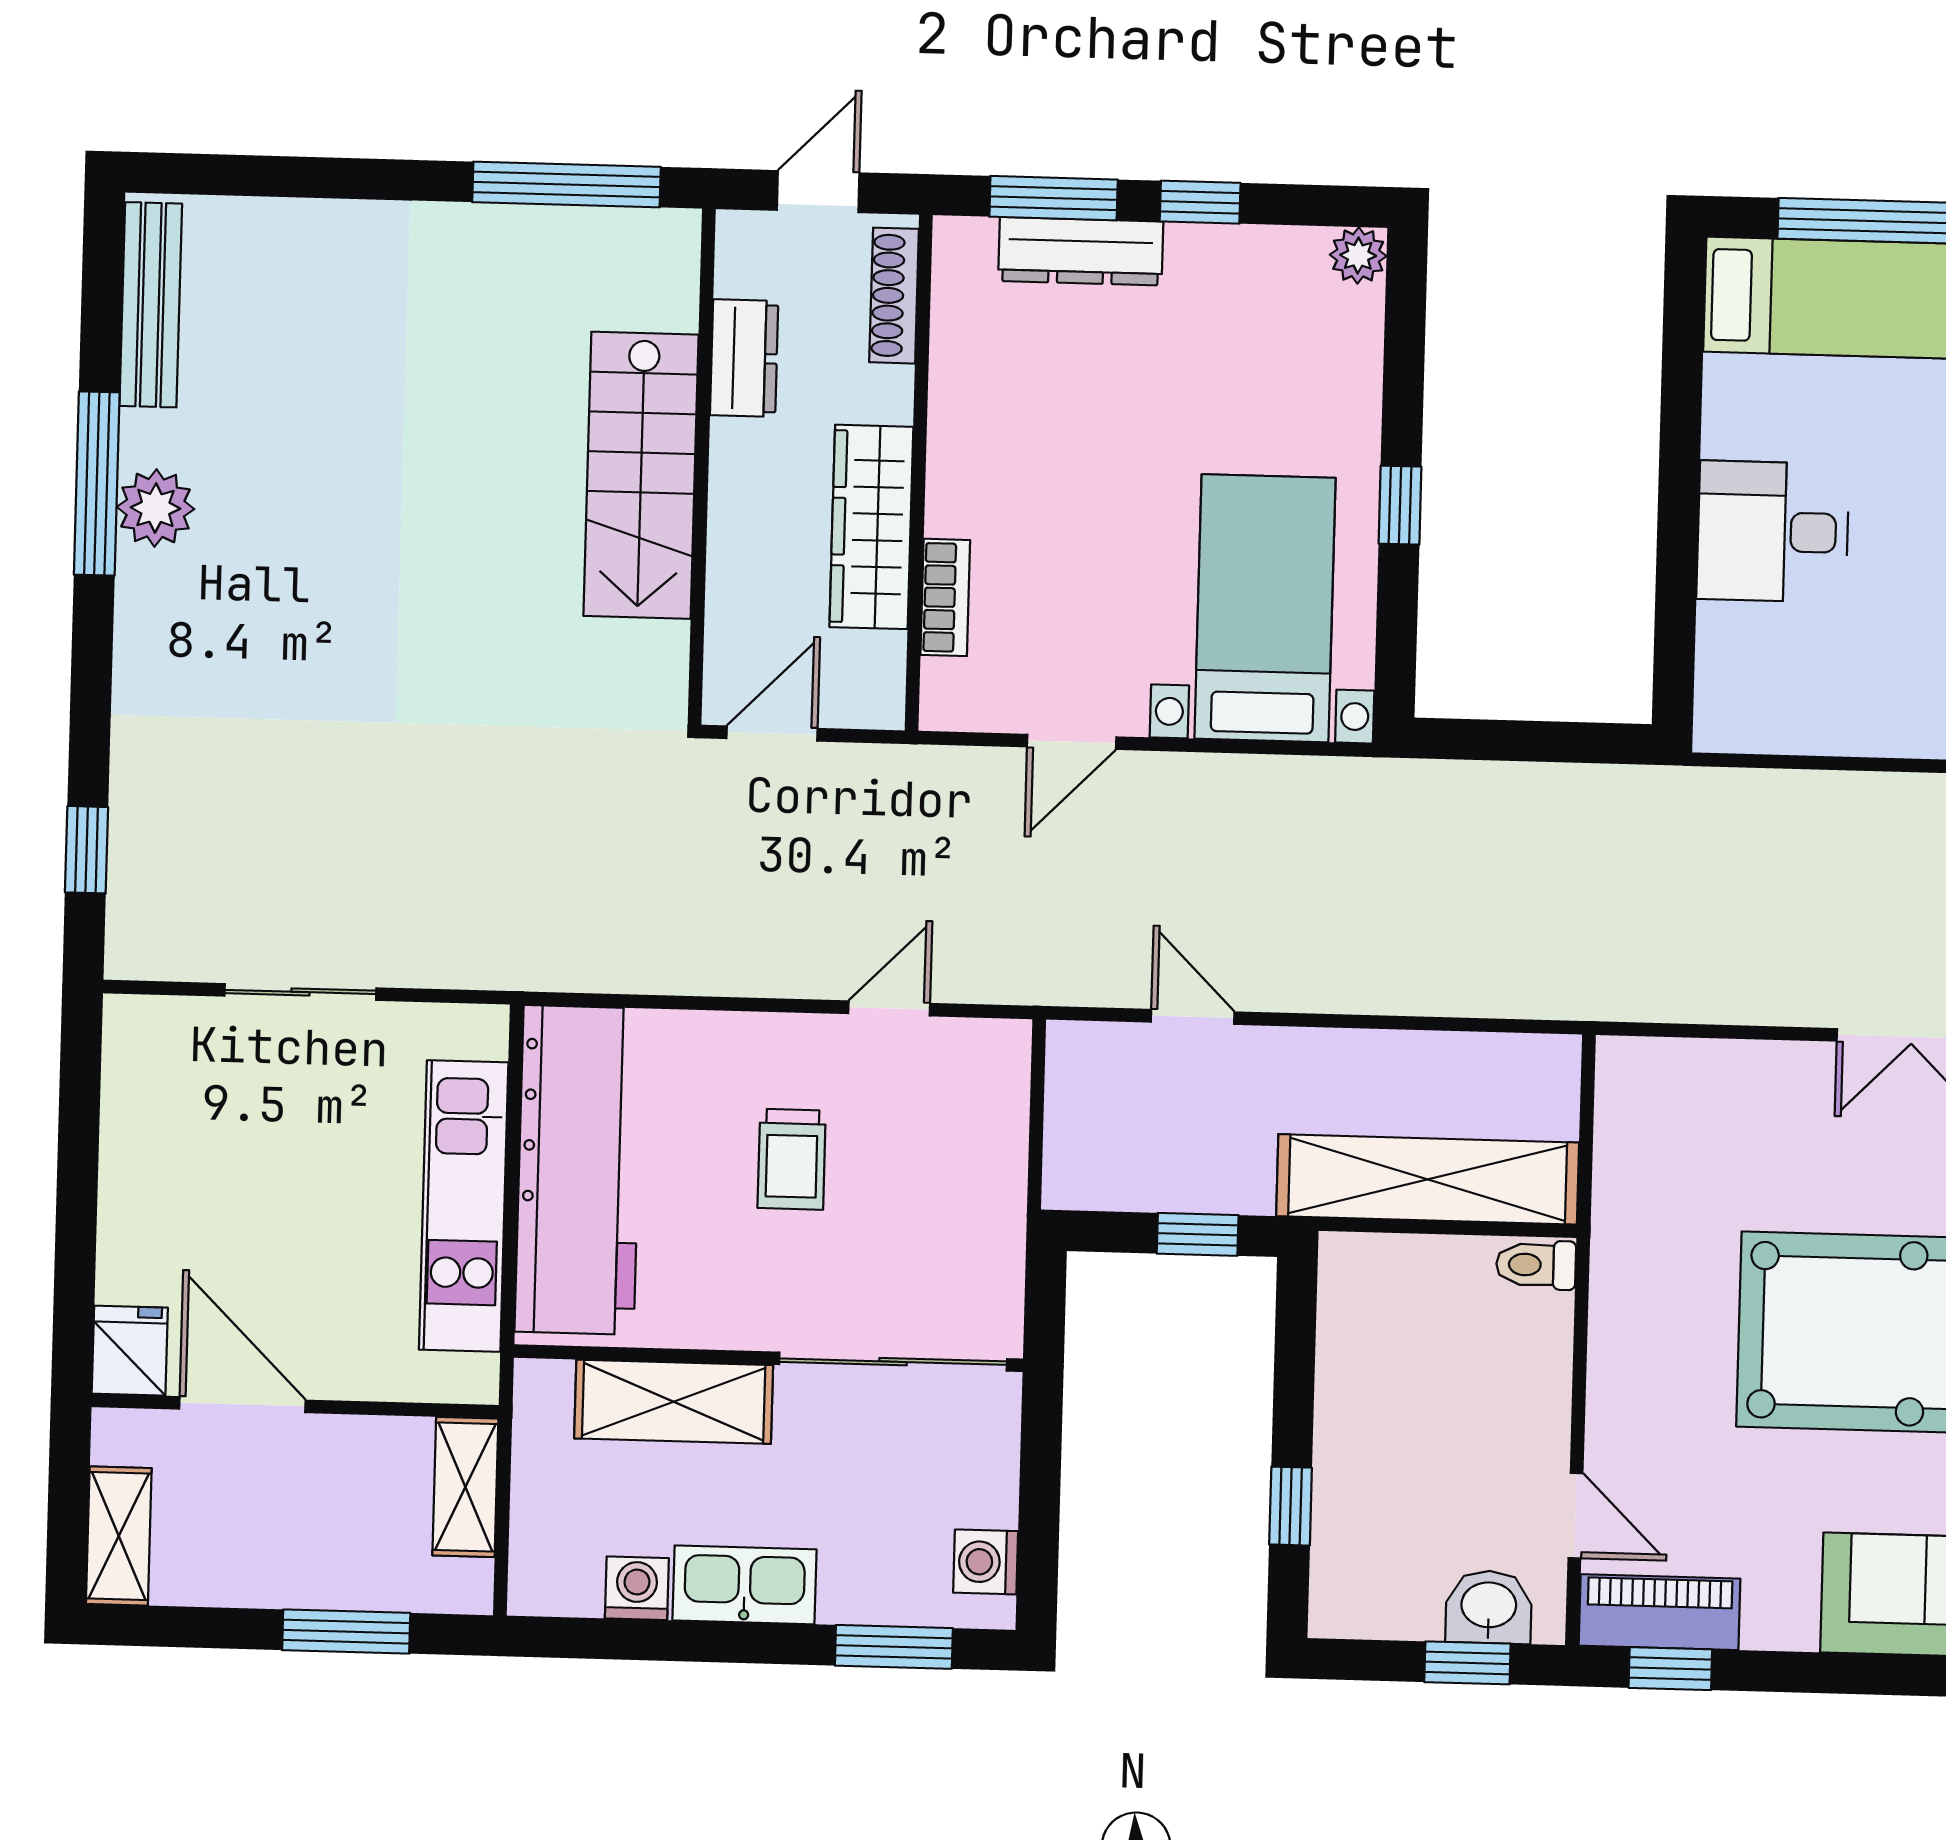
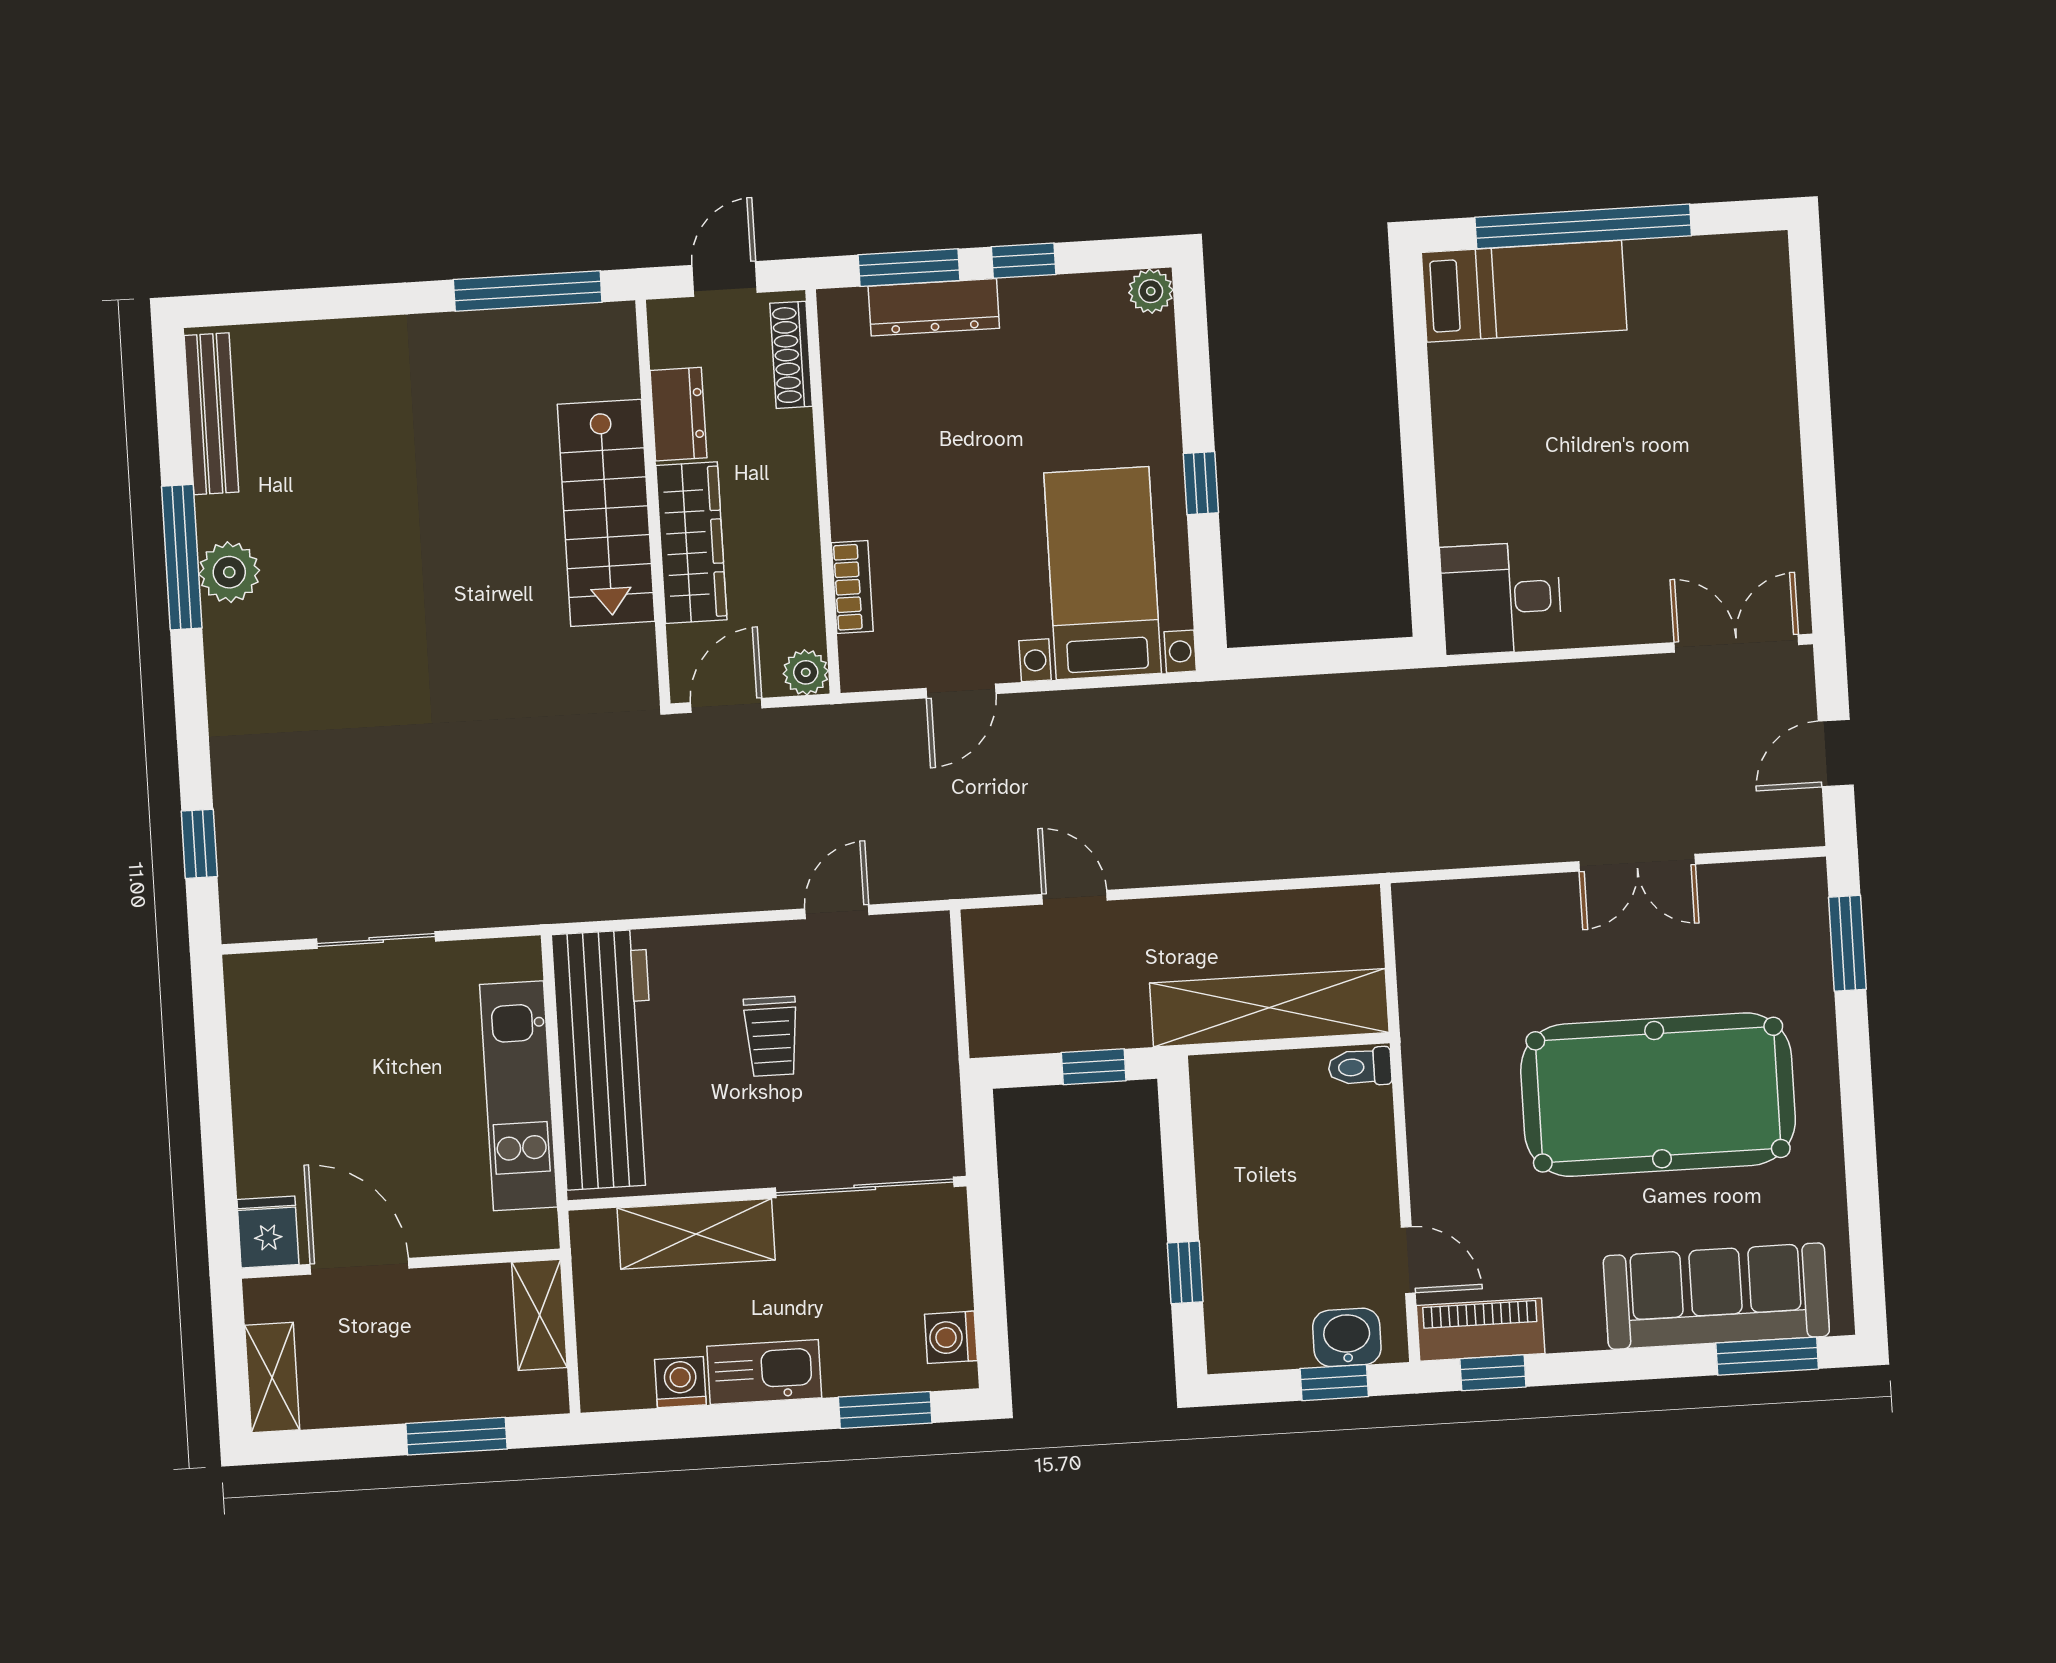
wardrobe: (871, 527) -> (691, 543), moved, turned 180
desk: (1773, 532) -> (1501, 598), moved
plant: (877, 701) -> (806, 672), added

